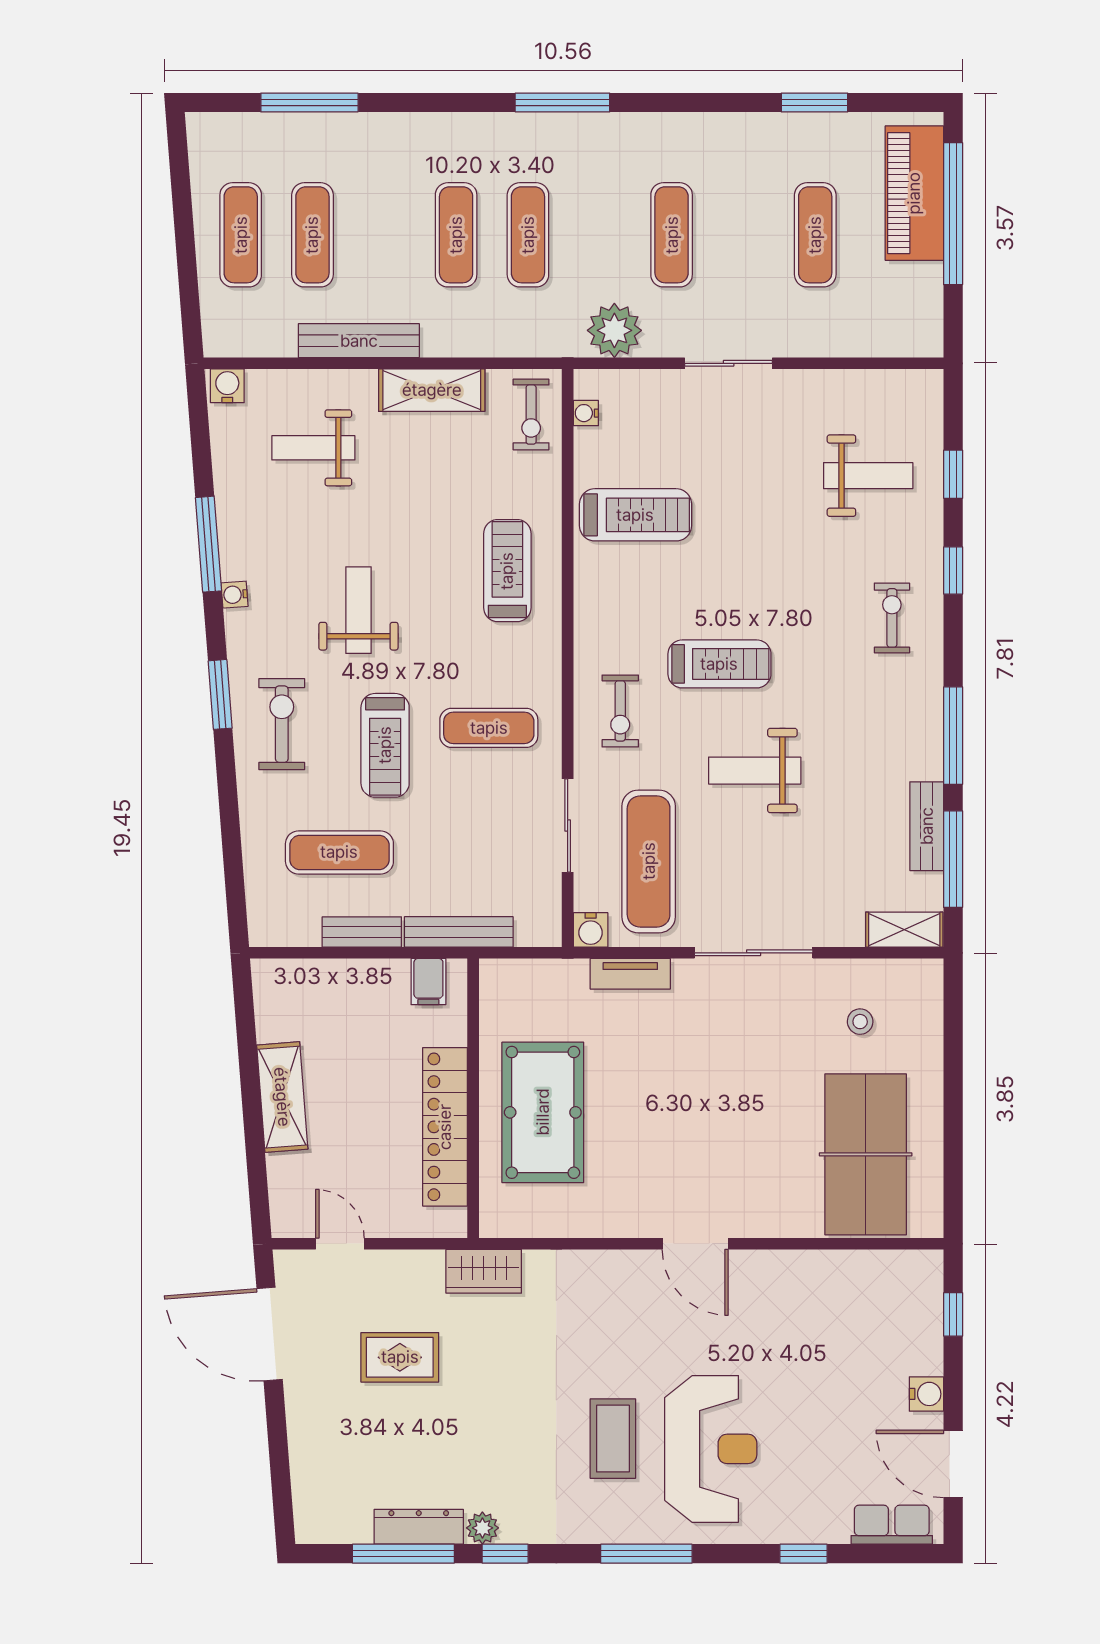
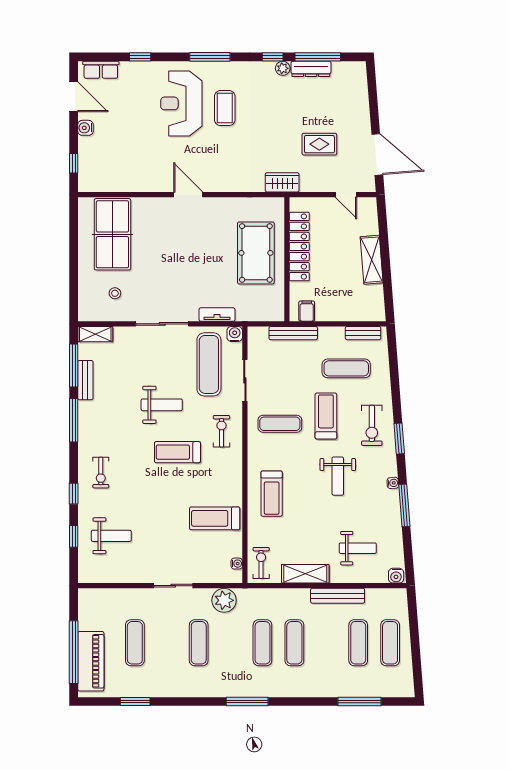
weight bench: (868, 476) -> (111, 536), turned 180
bench: (362, 932) -> (363, 333), moved

